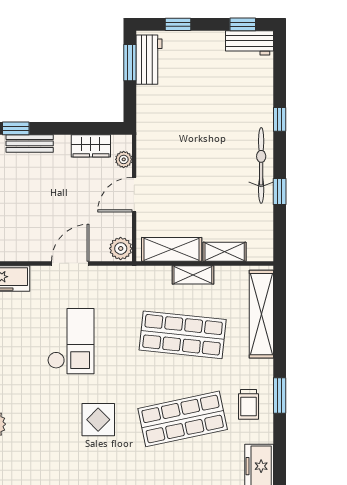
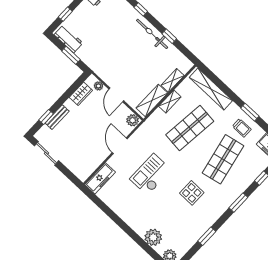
window: (130, 63) -> (71, 55), moved
checkout: (71, 341) -> (151, 174), turned -90

